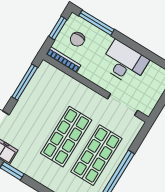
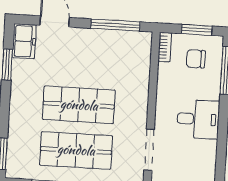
bookcase: (63, 60) -> (165, 47), width x0.64
desk: (124, 63) -> (198, 119), width x0.73

